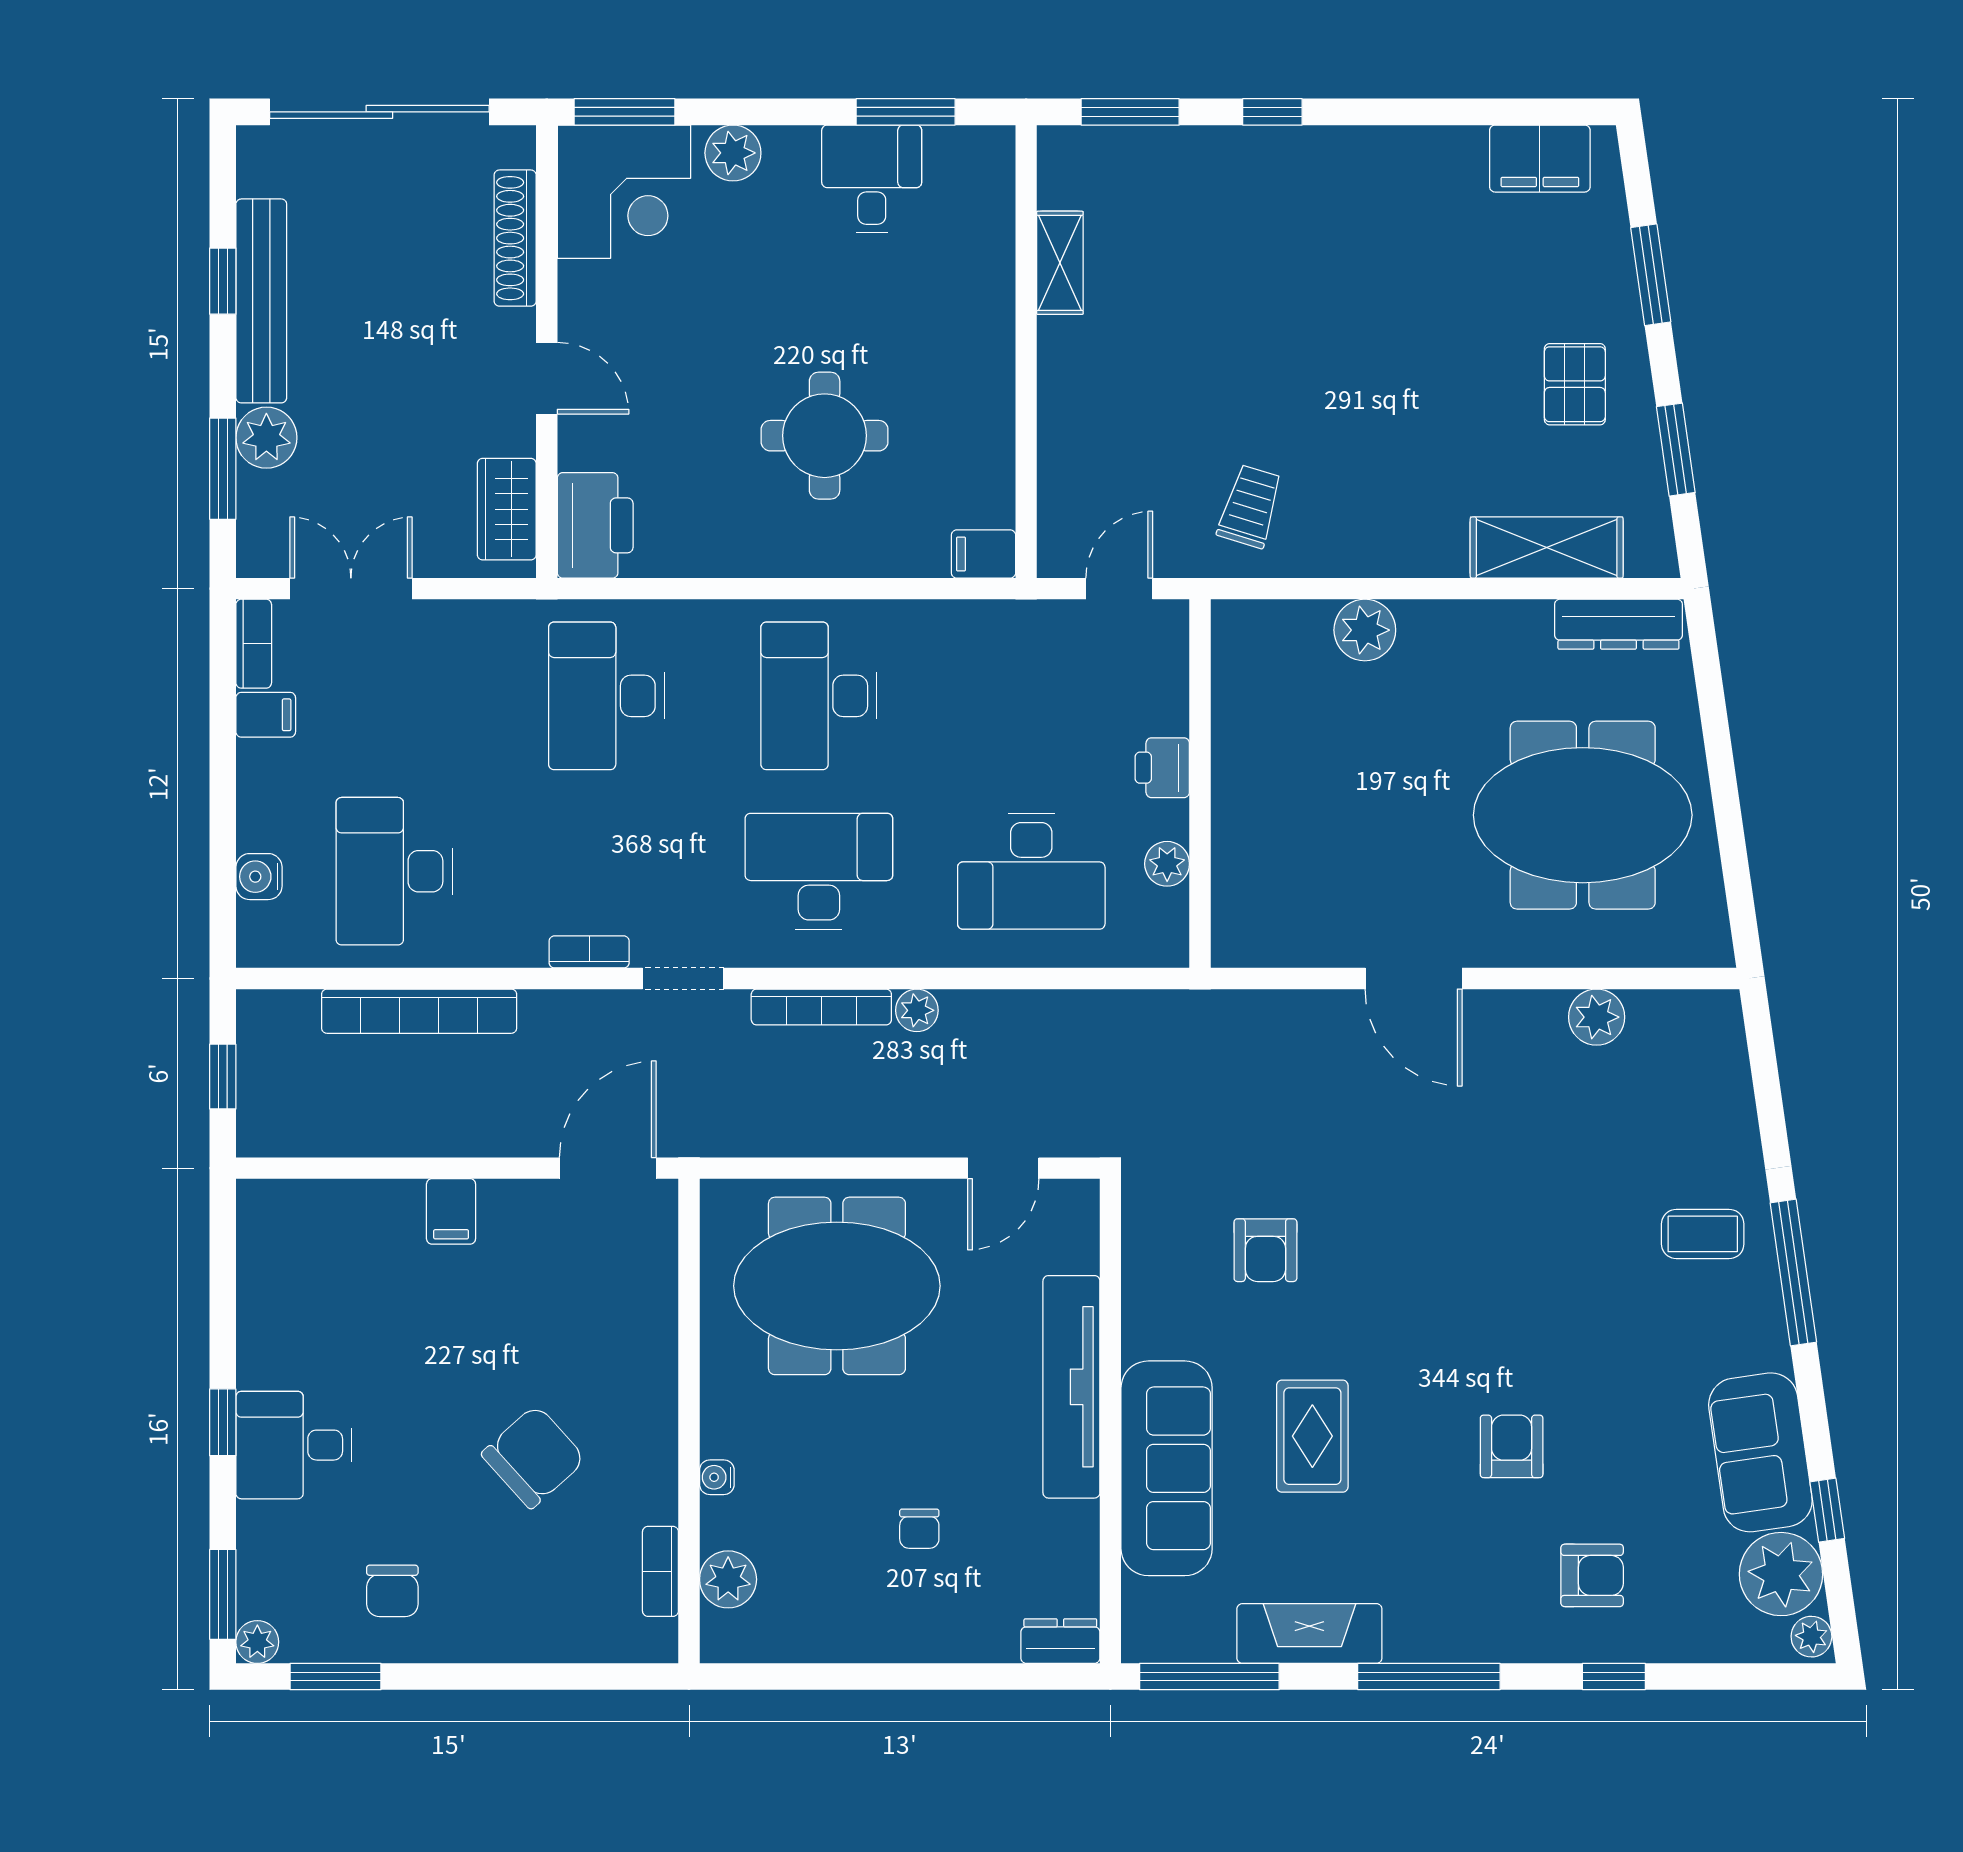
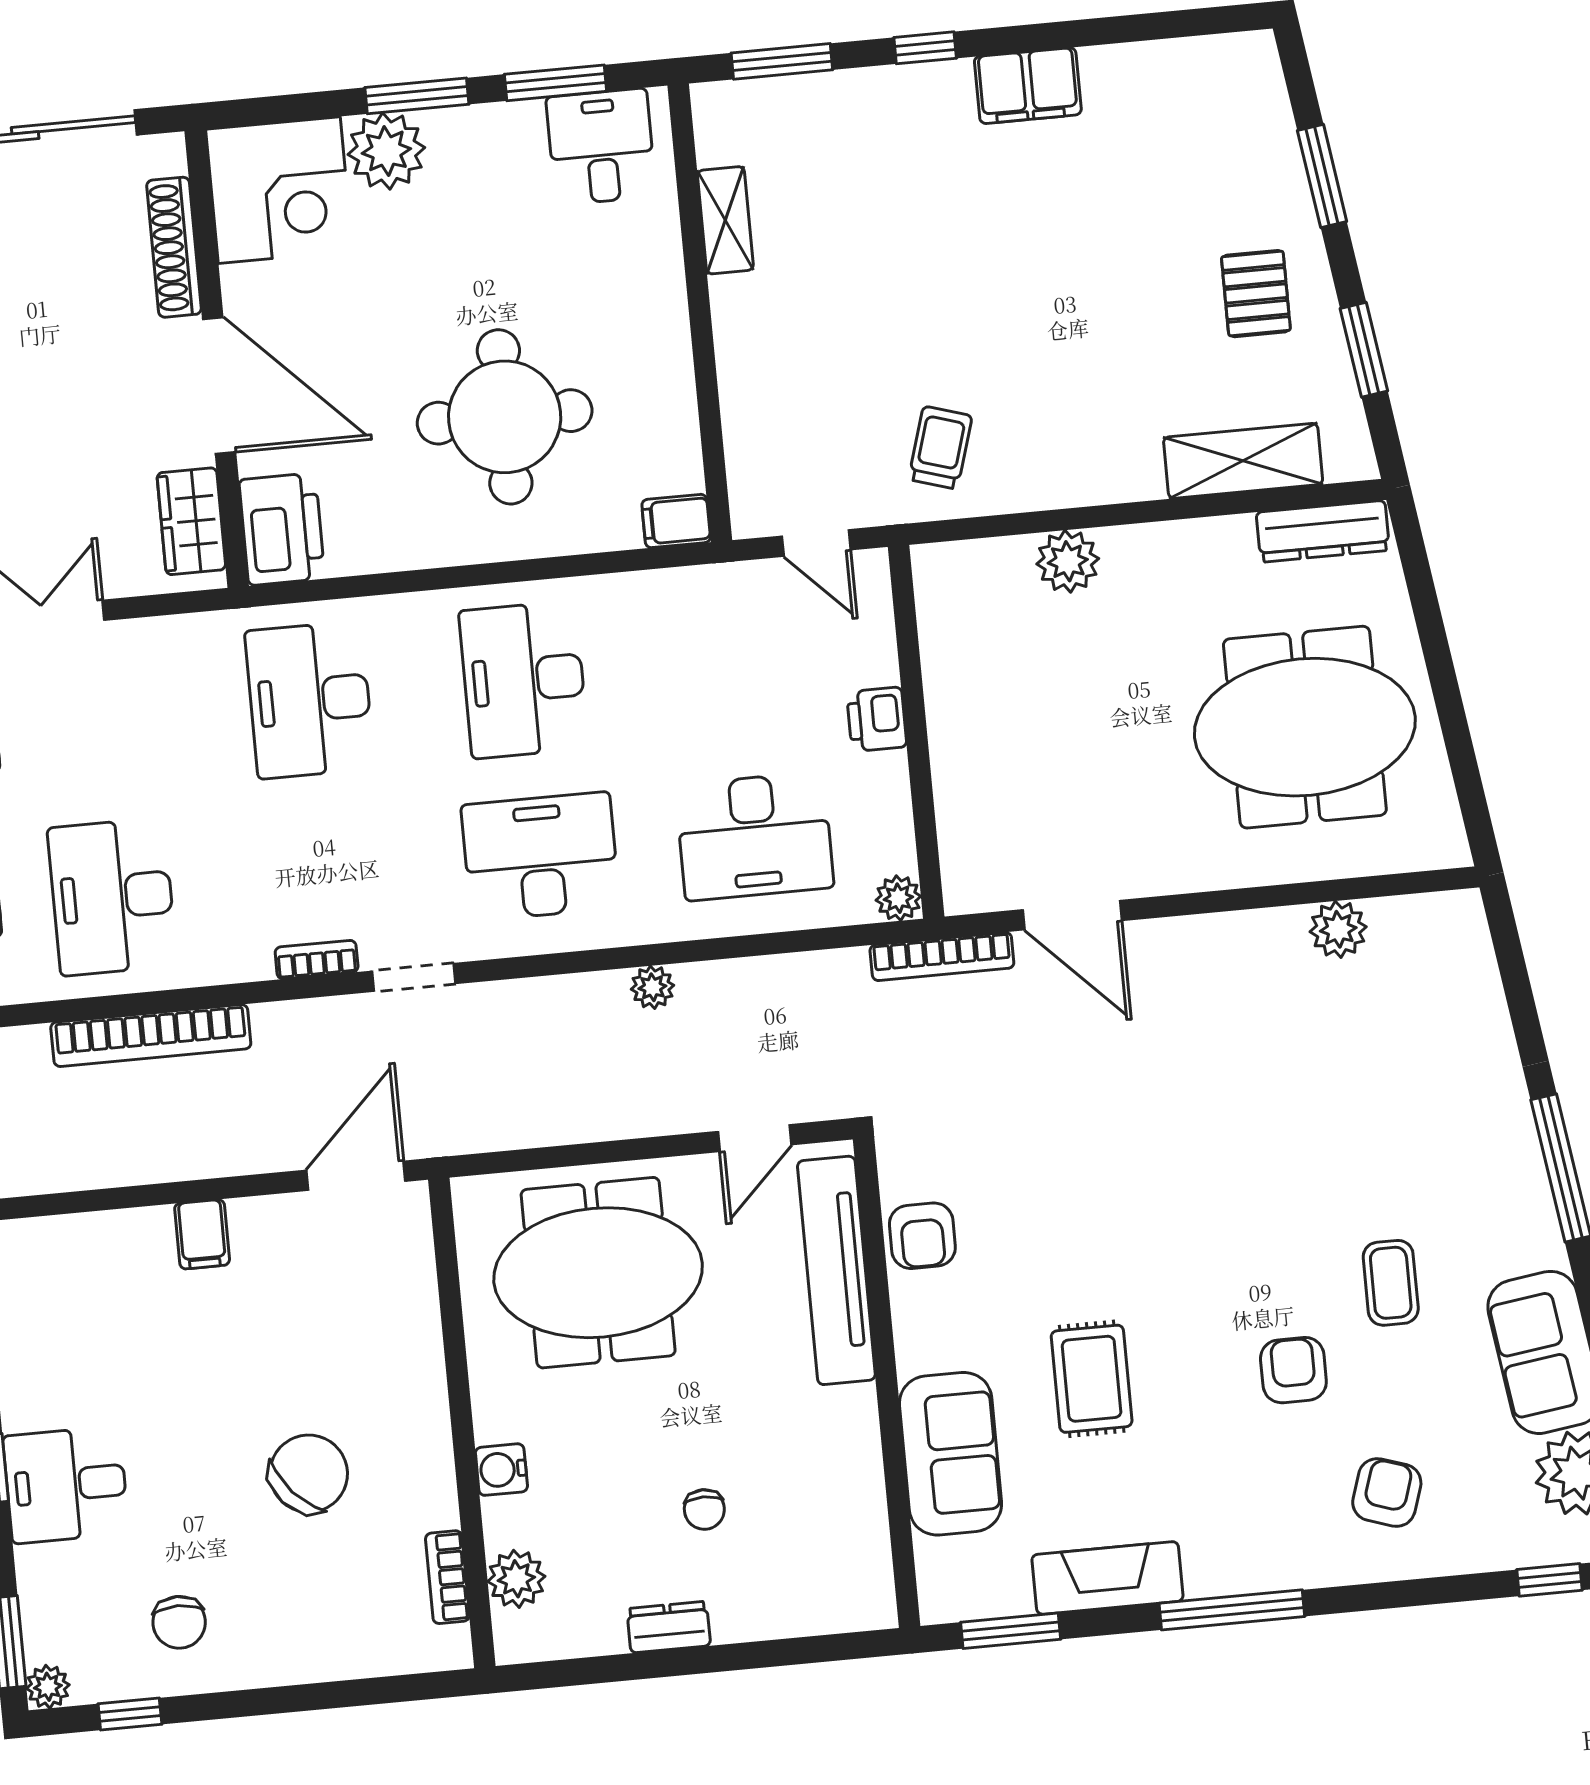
window: (625, 112) -> (417, 96), moved
plant: (733, 153) -> (386, 151), width x1.36, depth x1.36
filing cabinet: (1540, 159) -> (1028, 86), moved
desk: (872, 179) -> (601, 147), moved
door: (547, 378) -> (219, 385), width x1.87
round table: (825, 436) -> (505, 417), width x1.36, depth x1.36
door: (1119, 589) -> (816, 543), swing flipped
plant: (1167, 864) -> (898, 898), moved
door: (1414, 978) -> (1072, 915), moved
bookcase: (821, 1007) -> (942, 956), moved
coffee table: (1703, 1234) -> (1391, 1283), moved, turned 90
armchair: (1265, 1250) -> (922, 1236), moved
tv unit: (1071, 1387) -> (836, 1270), moved
sofa: (1167, 1468) -> (950, 1454), width x0.73
water cooler: (717, 1477) -> (501, 1470), width x1.38, depth x1.38
armchair: (1592, 1575) -> (1387, 1492), turned -72
dresser: (1060, 1641) -> (669, 1627), moved
window: (336, 1677) -> (130, 1714), width x0.67
window: (1209, 1677) -> (1011, 1631), width x0.69
window: (1614, 1677) -> (1549, 1580), moved

